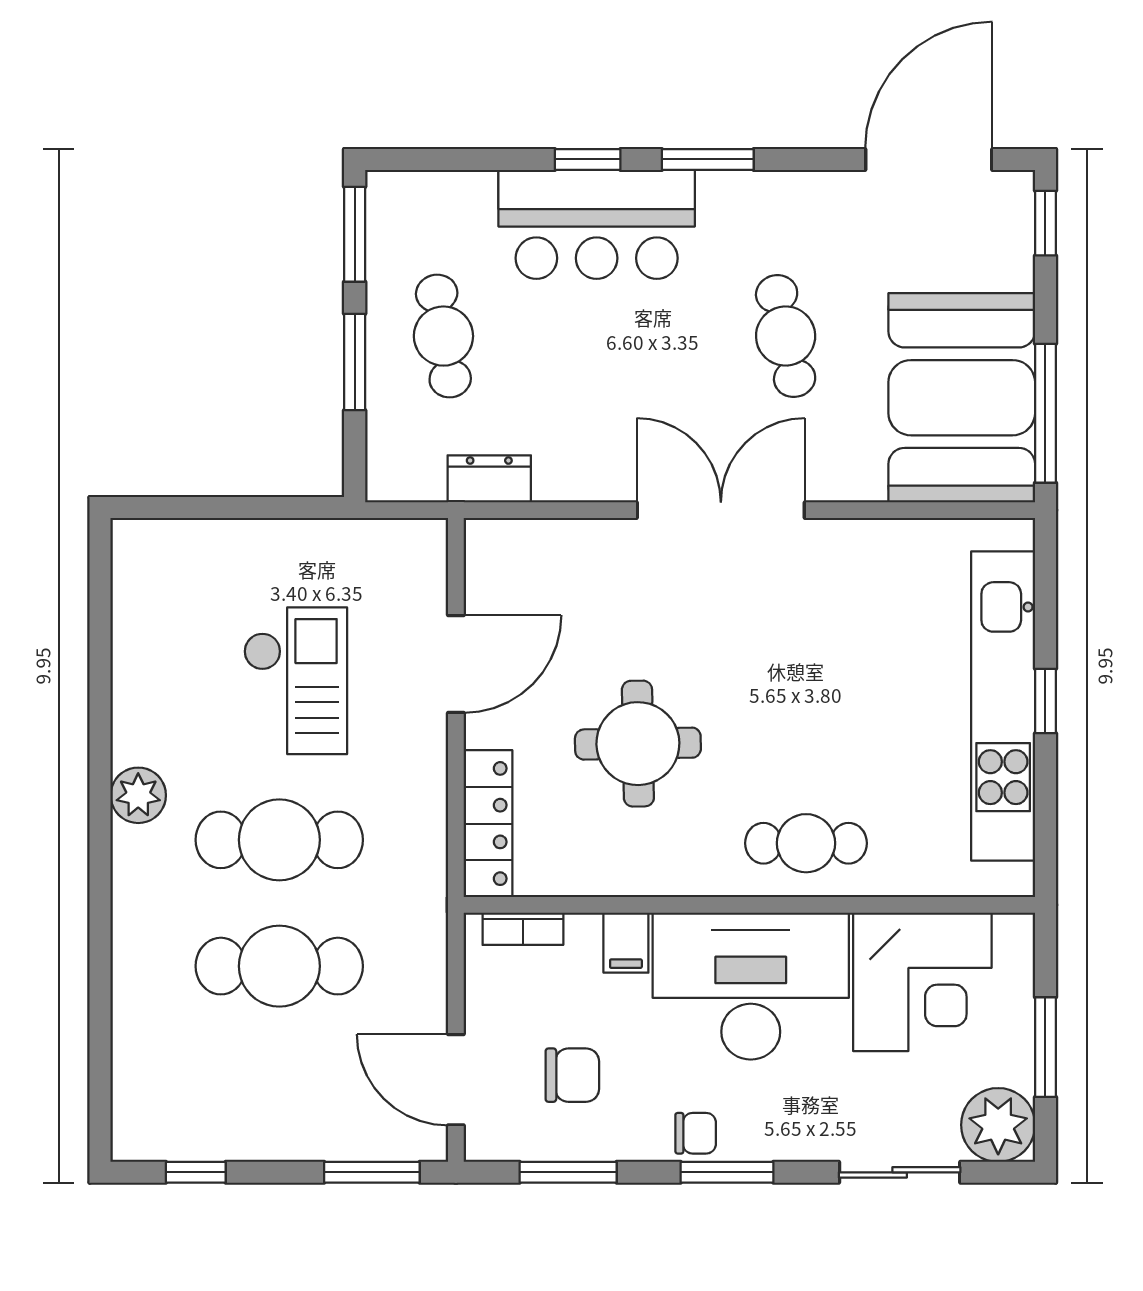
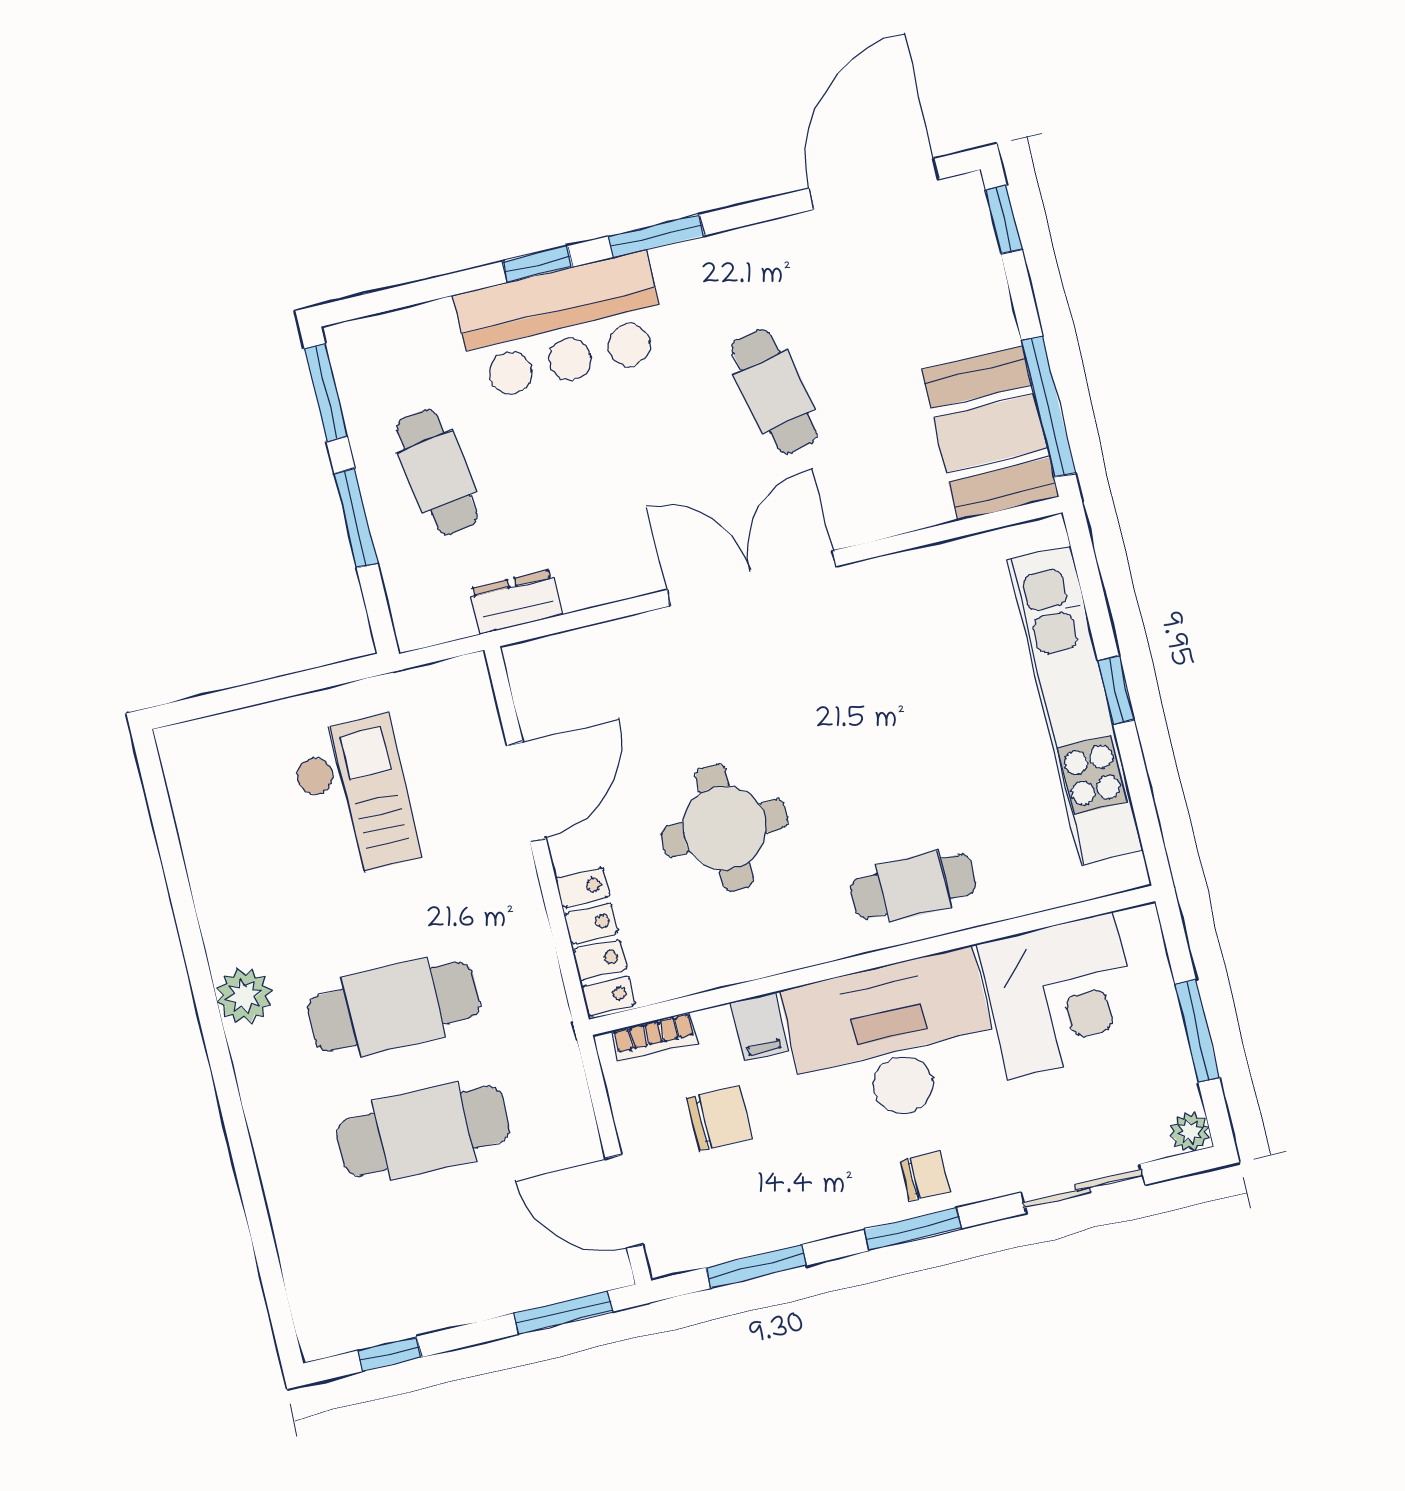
booth: (962, 398) -> (990, 433), width x0.73, depth x0.70
checkout: (295, 681) -> (355, 797), moved
chair: (572, 1075) -> (719, 1118), moved
plant: (998, 1125) -> (1190, 1132), width x0.53, depth x0.53
chair: (696, 1133) -> (925, 1176), moved

